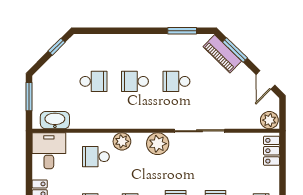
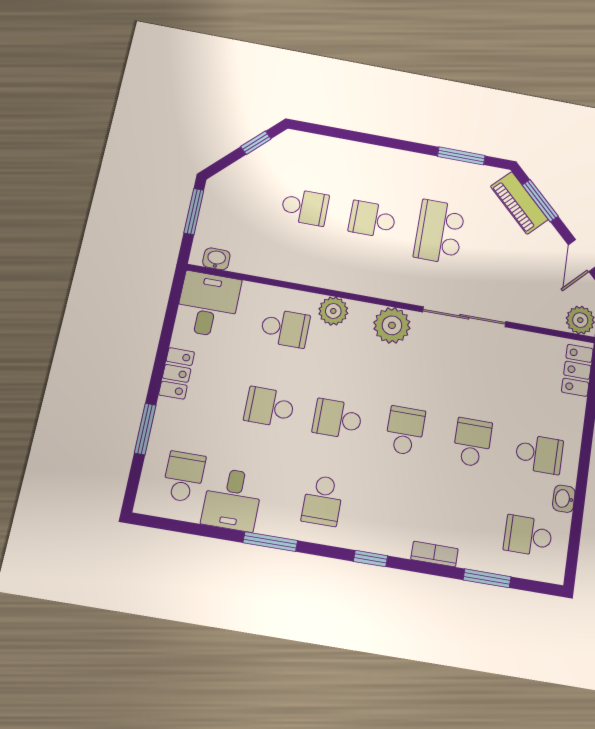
school desk: (176, 81) -> (439, 232), width x1.85
washbasin: (55, 120) -> (216, 259), width x0.52, depth x0.69
school desk: (96, 157) -> (285, 328), turned 180

